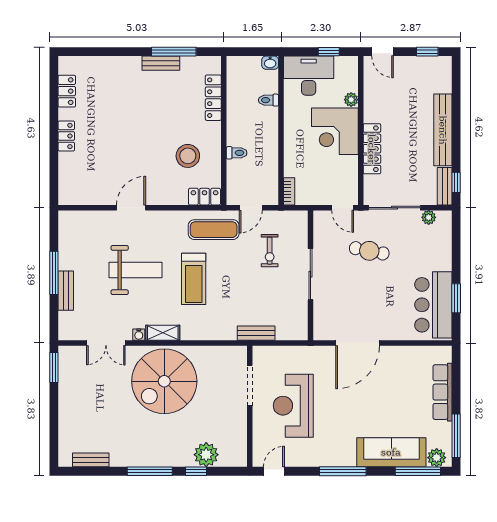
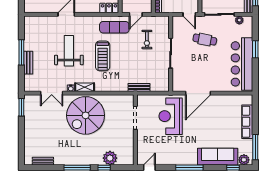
weight bench: (135, 270) -> (69, 51), turned -90
window: (456, 298) -> (255, 49), moved
bar counter: (433, 305) -> (242, 64), width x1.36
reception desk: (293, 406) -> (171, 116), moved
window: (418, 471) -> (233, 168), width x0.46

